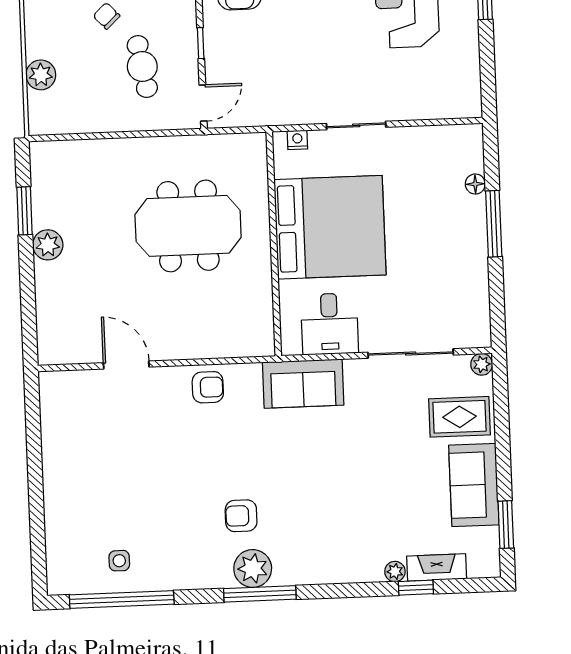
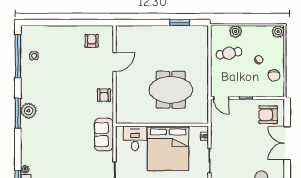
cafe table: (142, 66) -> (229, 53), moved
meeting table: (188, 226) -> (171, 90), turned 90
plant: (48, 245) -> (165, 32), removed
desk: (330, 324) -> (135, 138), moved, turned 90
armchair: (241, 516) -> (92, 41), moved

